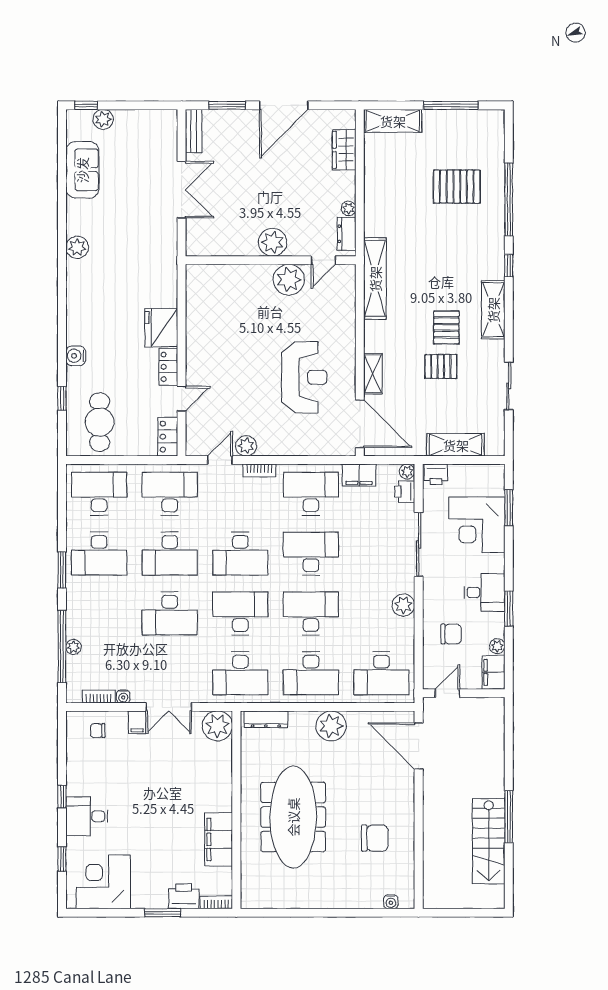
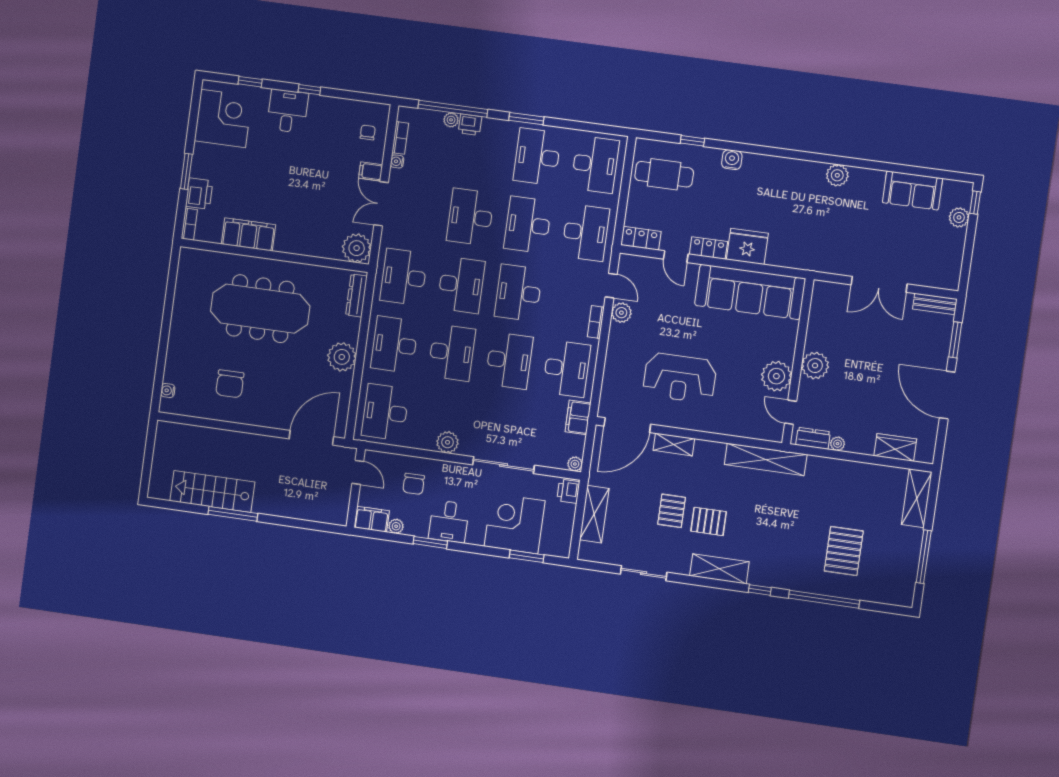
sofa: (207, 318) -> (750, 292), added
printer: (405, 492) -> (470, 125), moved, turned 180

